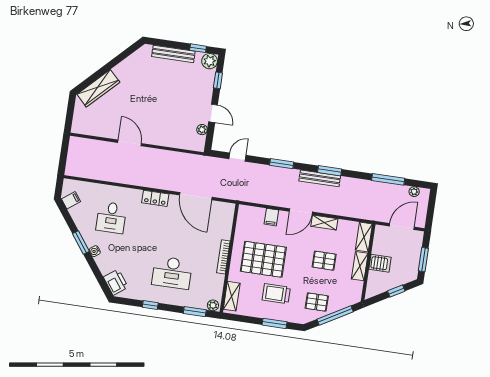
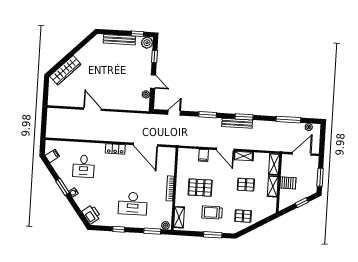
door: (301, 212) -> (225, 149), hinge flipped
pallet: (263, 259) -> (200, 188), width x0.73, depth x0.71
window: (335, 315) -> (258, 225), removed

